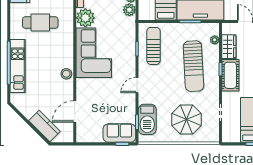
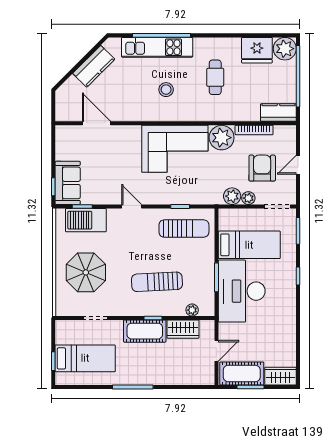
cafe table: (40, 22) -> (215, 77), width x0.73, depth x0.74
sun lounger: (193, 66) -> (157, 282), width x0.73, depth x0.75
stool: (66, 74) -> (166, 90), moved
kitchen counter: (44, 126) -> (94, 66), moved

